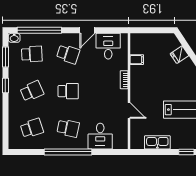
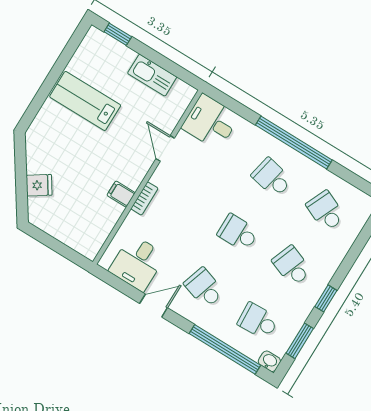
filing cabinet: (137, 60) -> (121, 194), moved
school desk: (32, 91) -> (292, 266), turned 45
school desk: (32, 128) -> (326, 211), turned 42
desk: (100, 136) -> (210, 122), moved, turned -90

